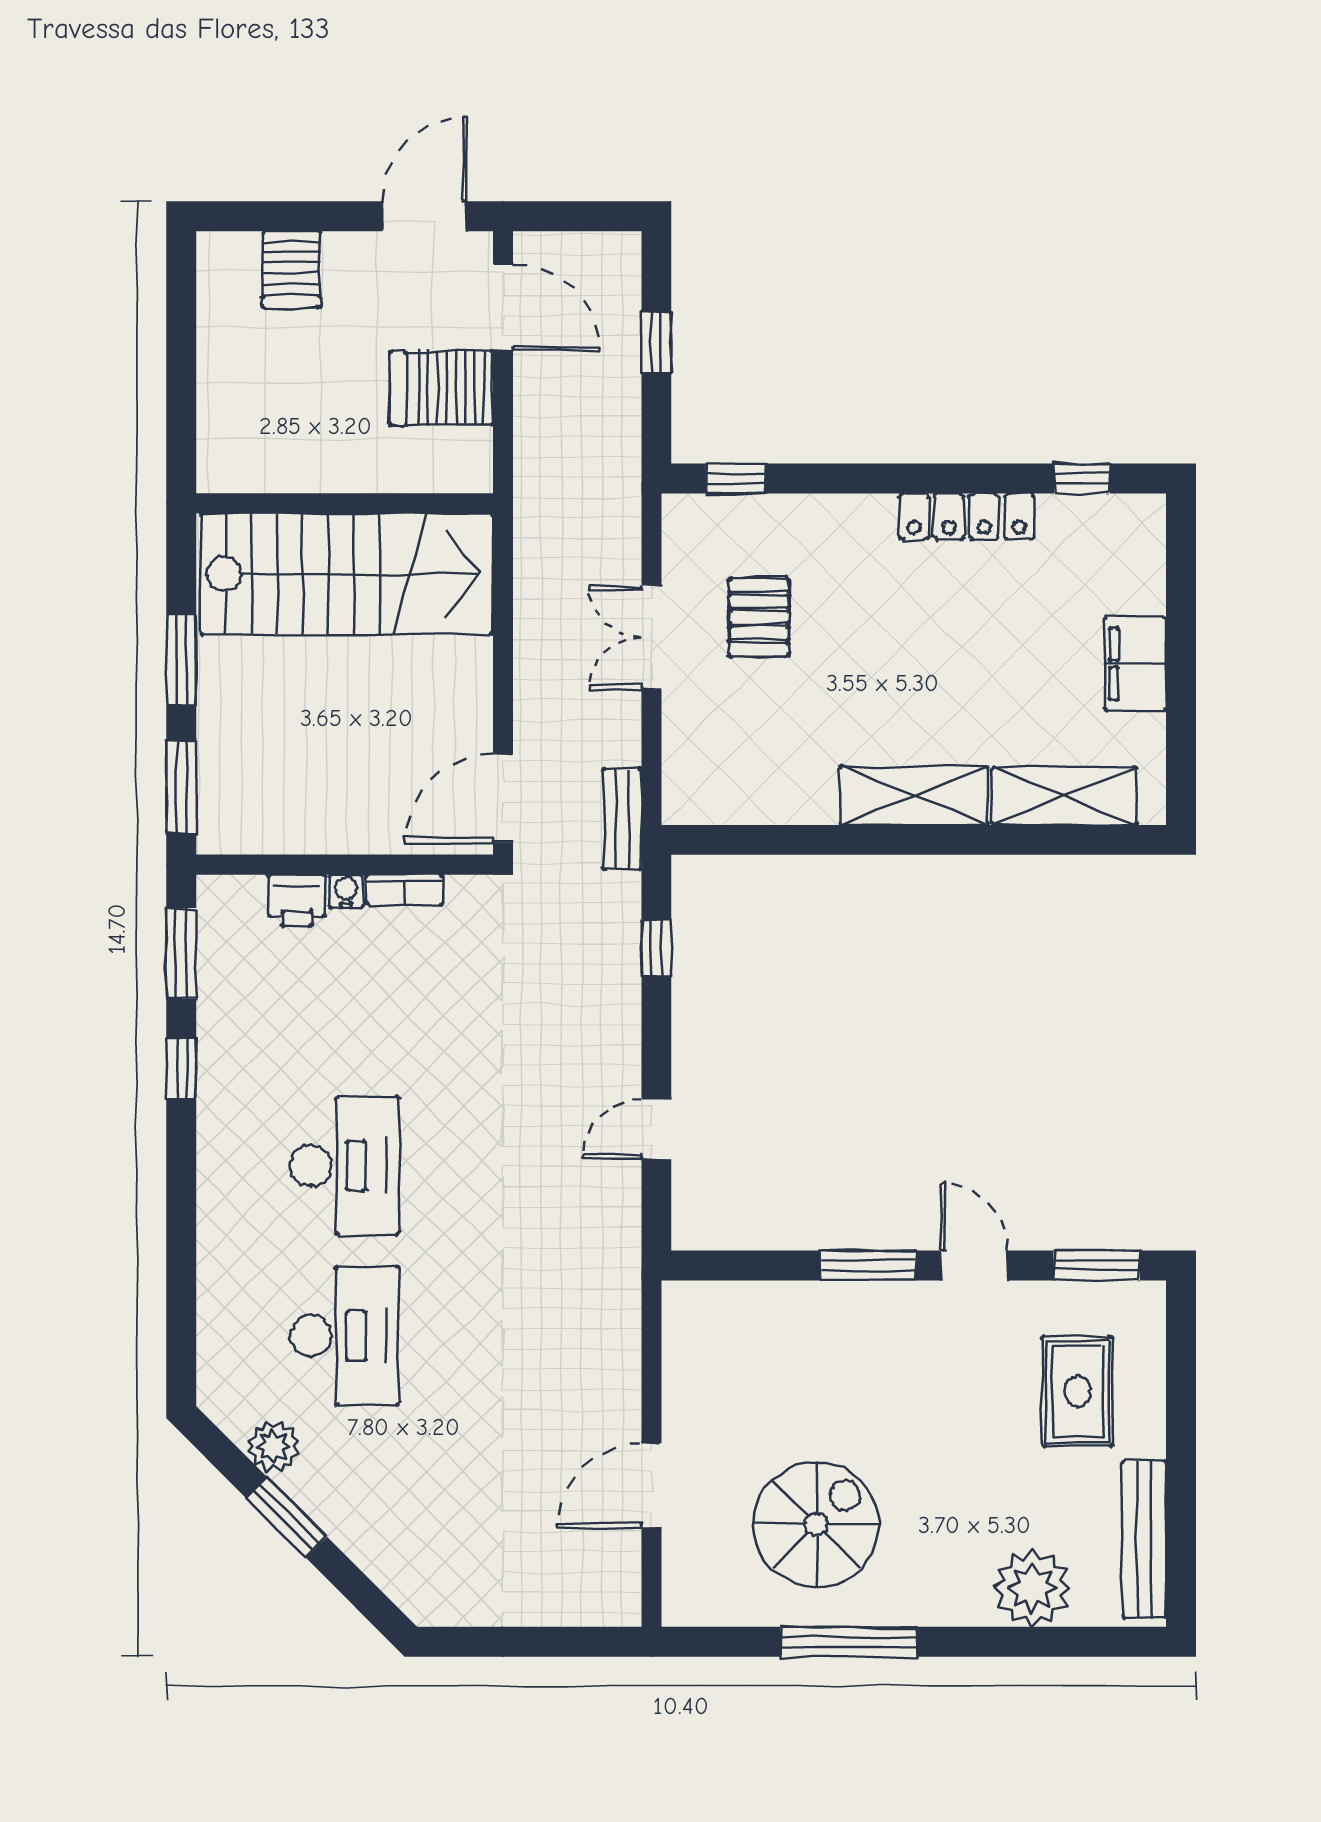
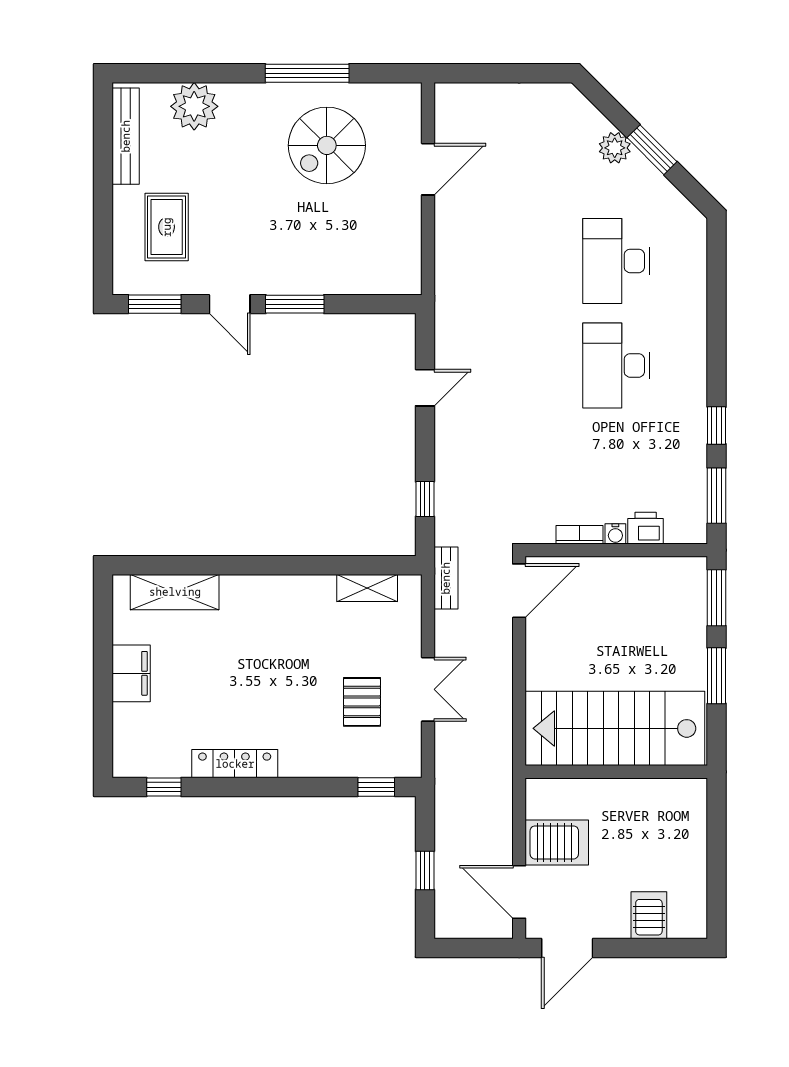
shelving: (914, 795) -> (367, 588), moved, width x0.67, depth x0.75
plant: (273, 1447) -> (615, 148), moved

